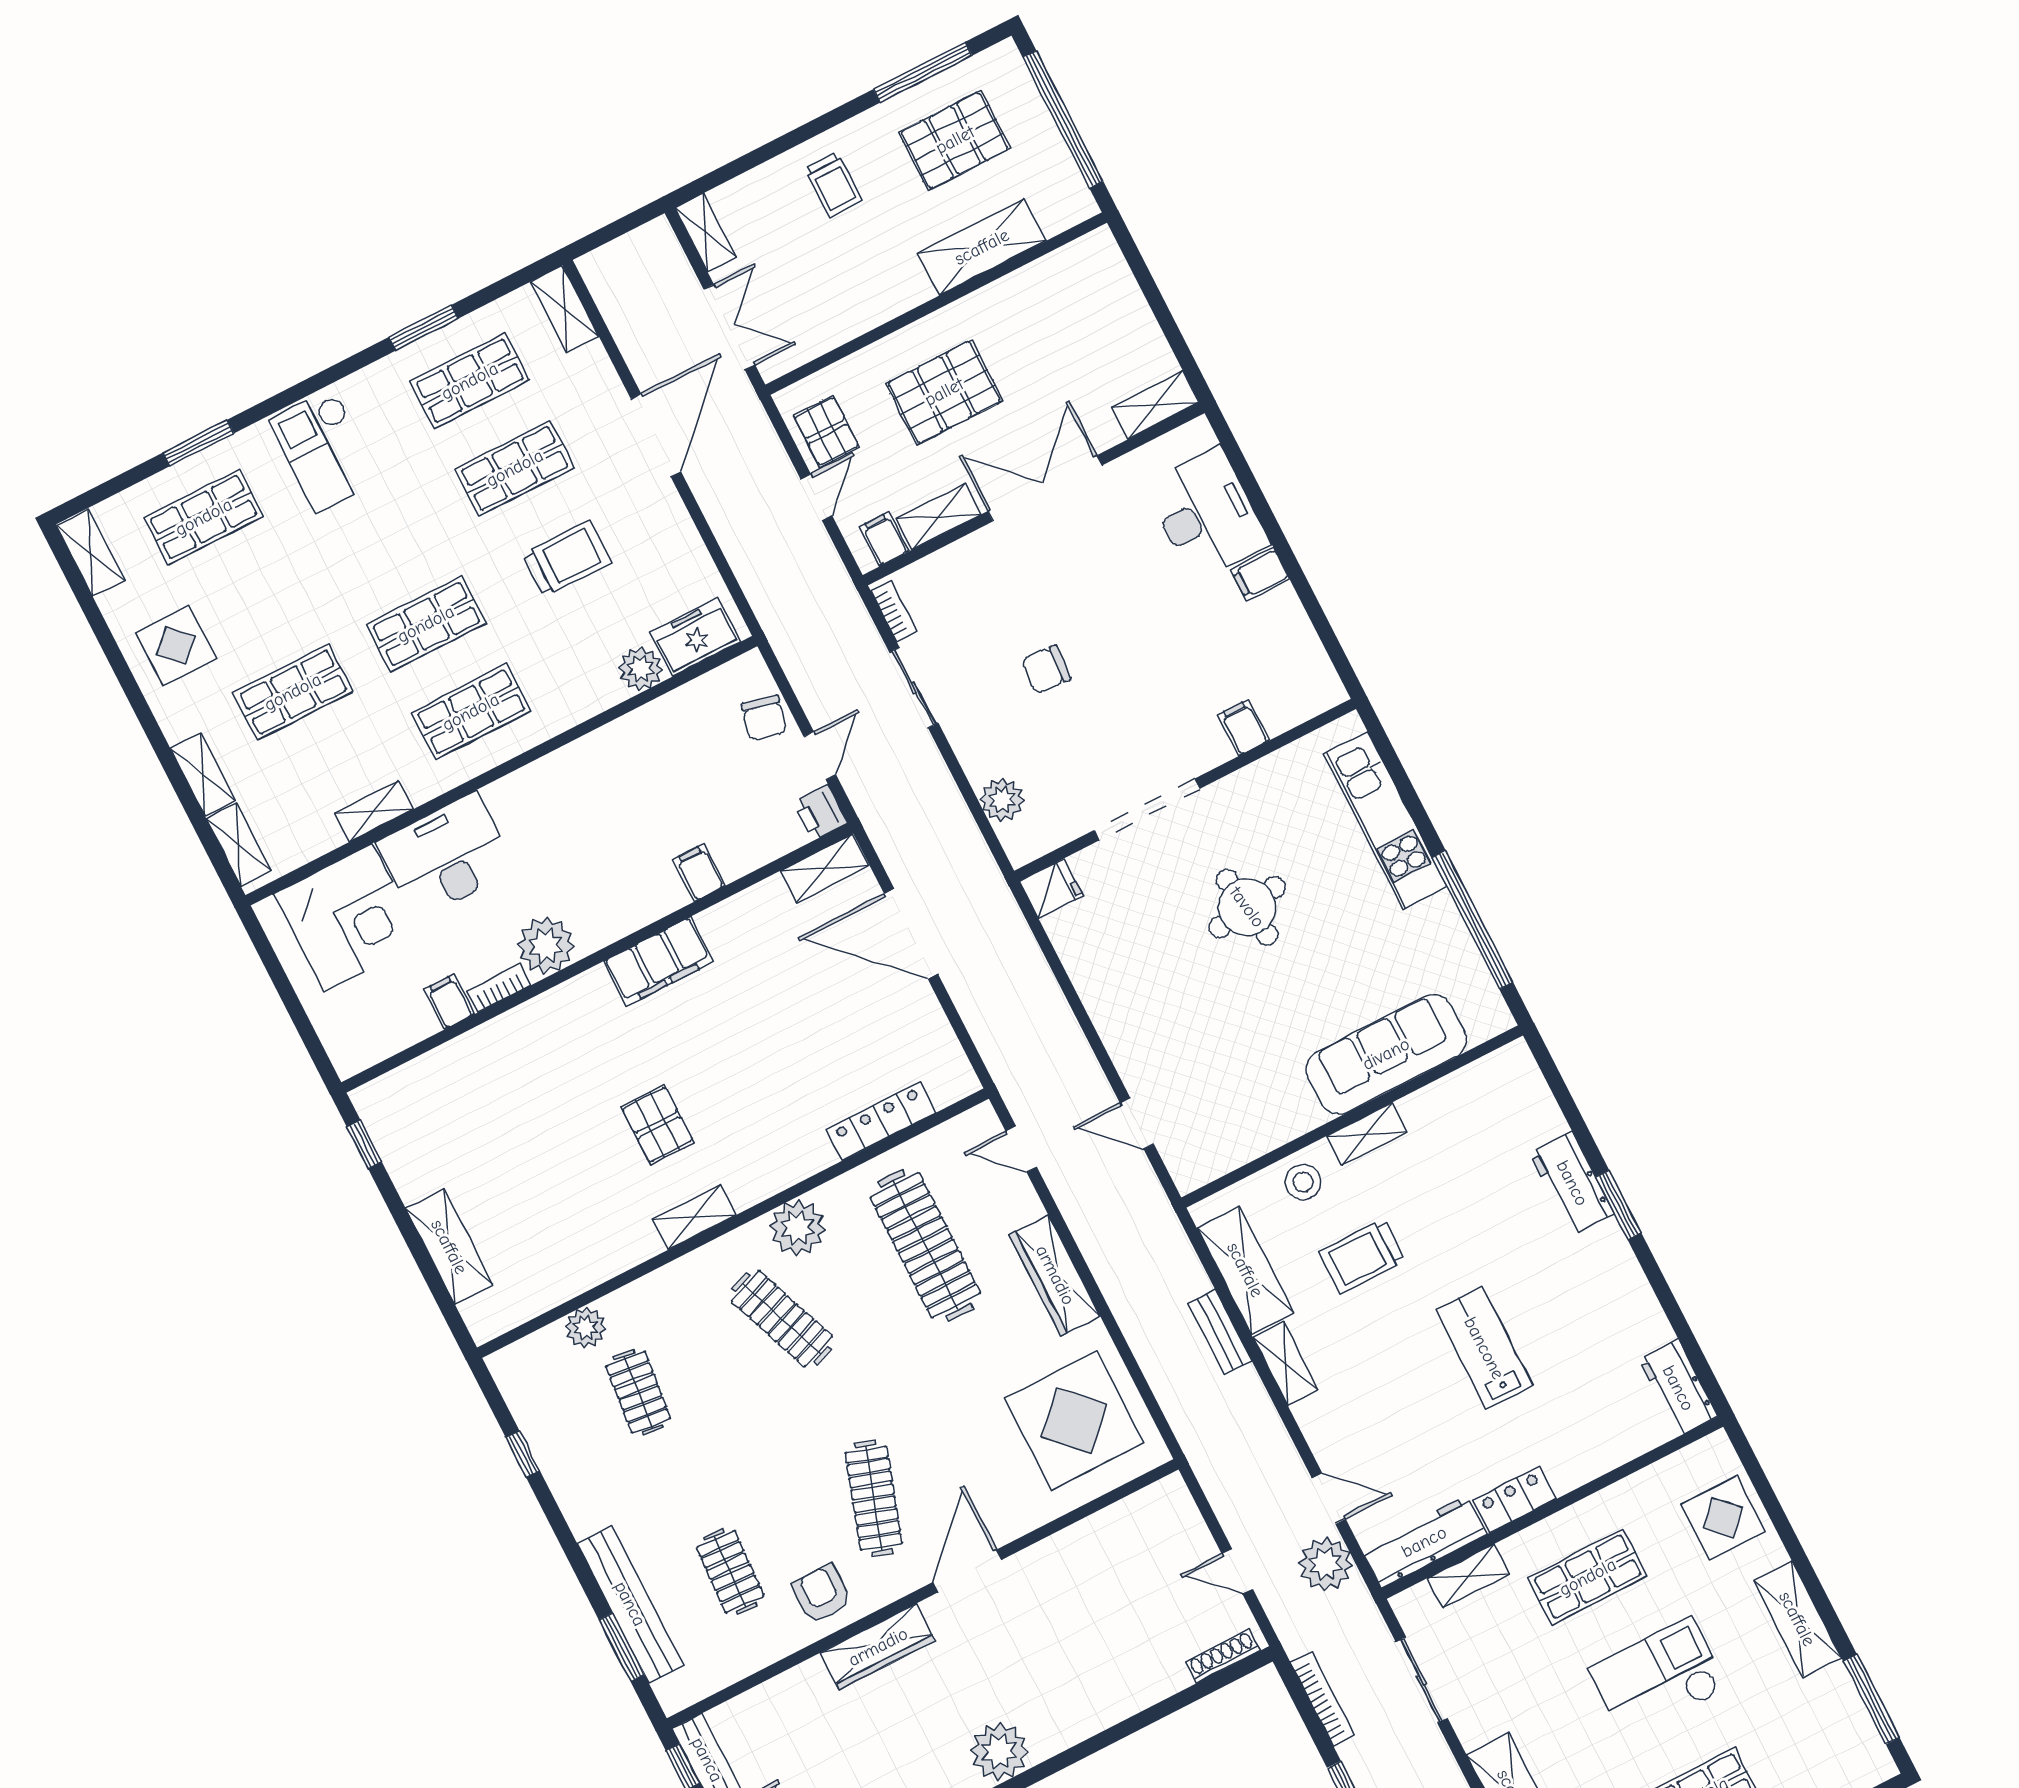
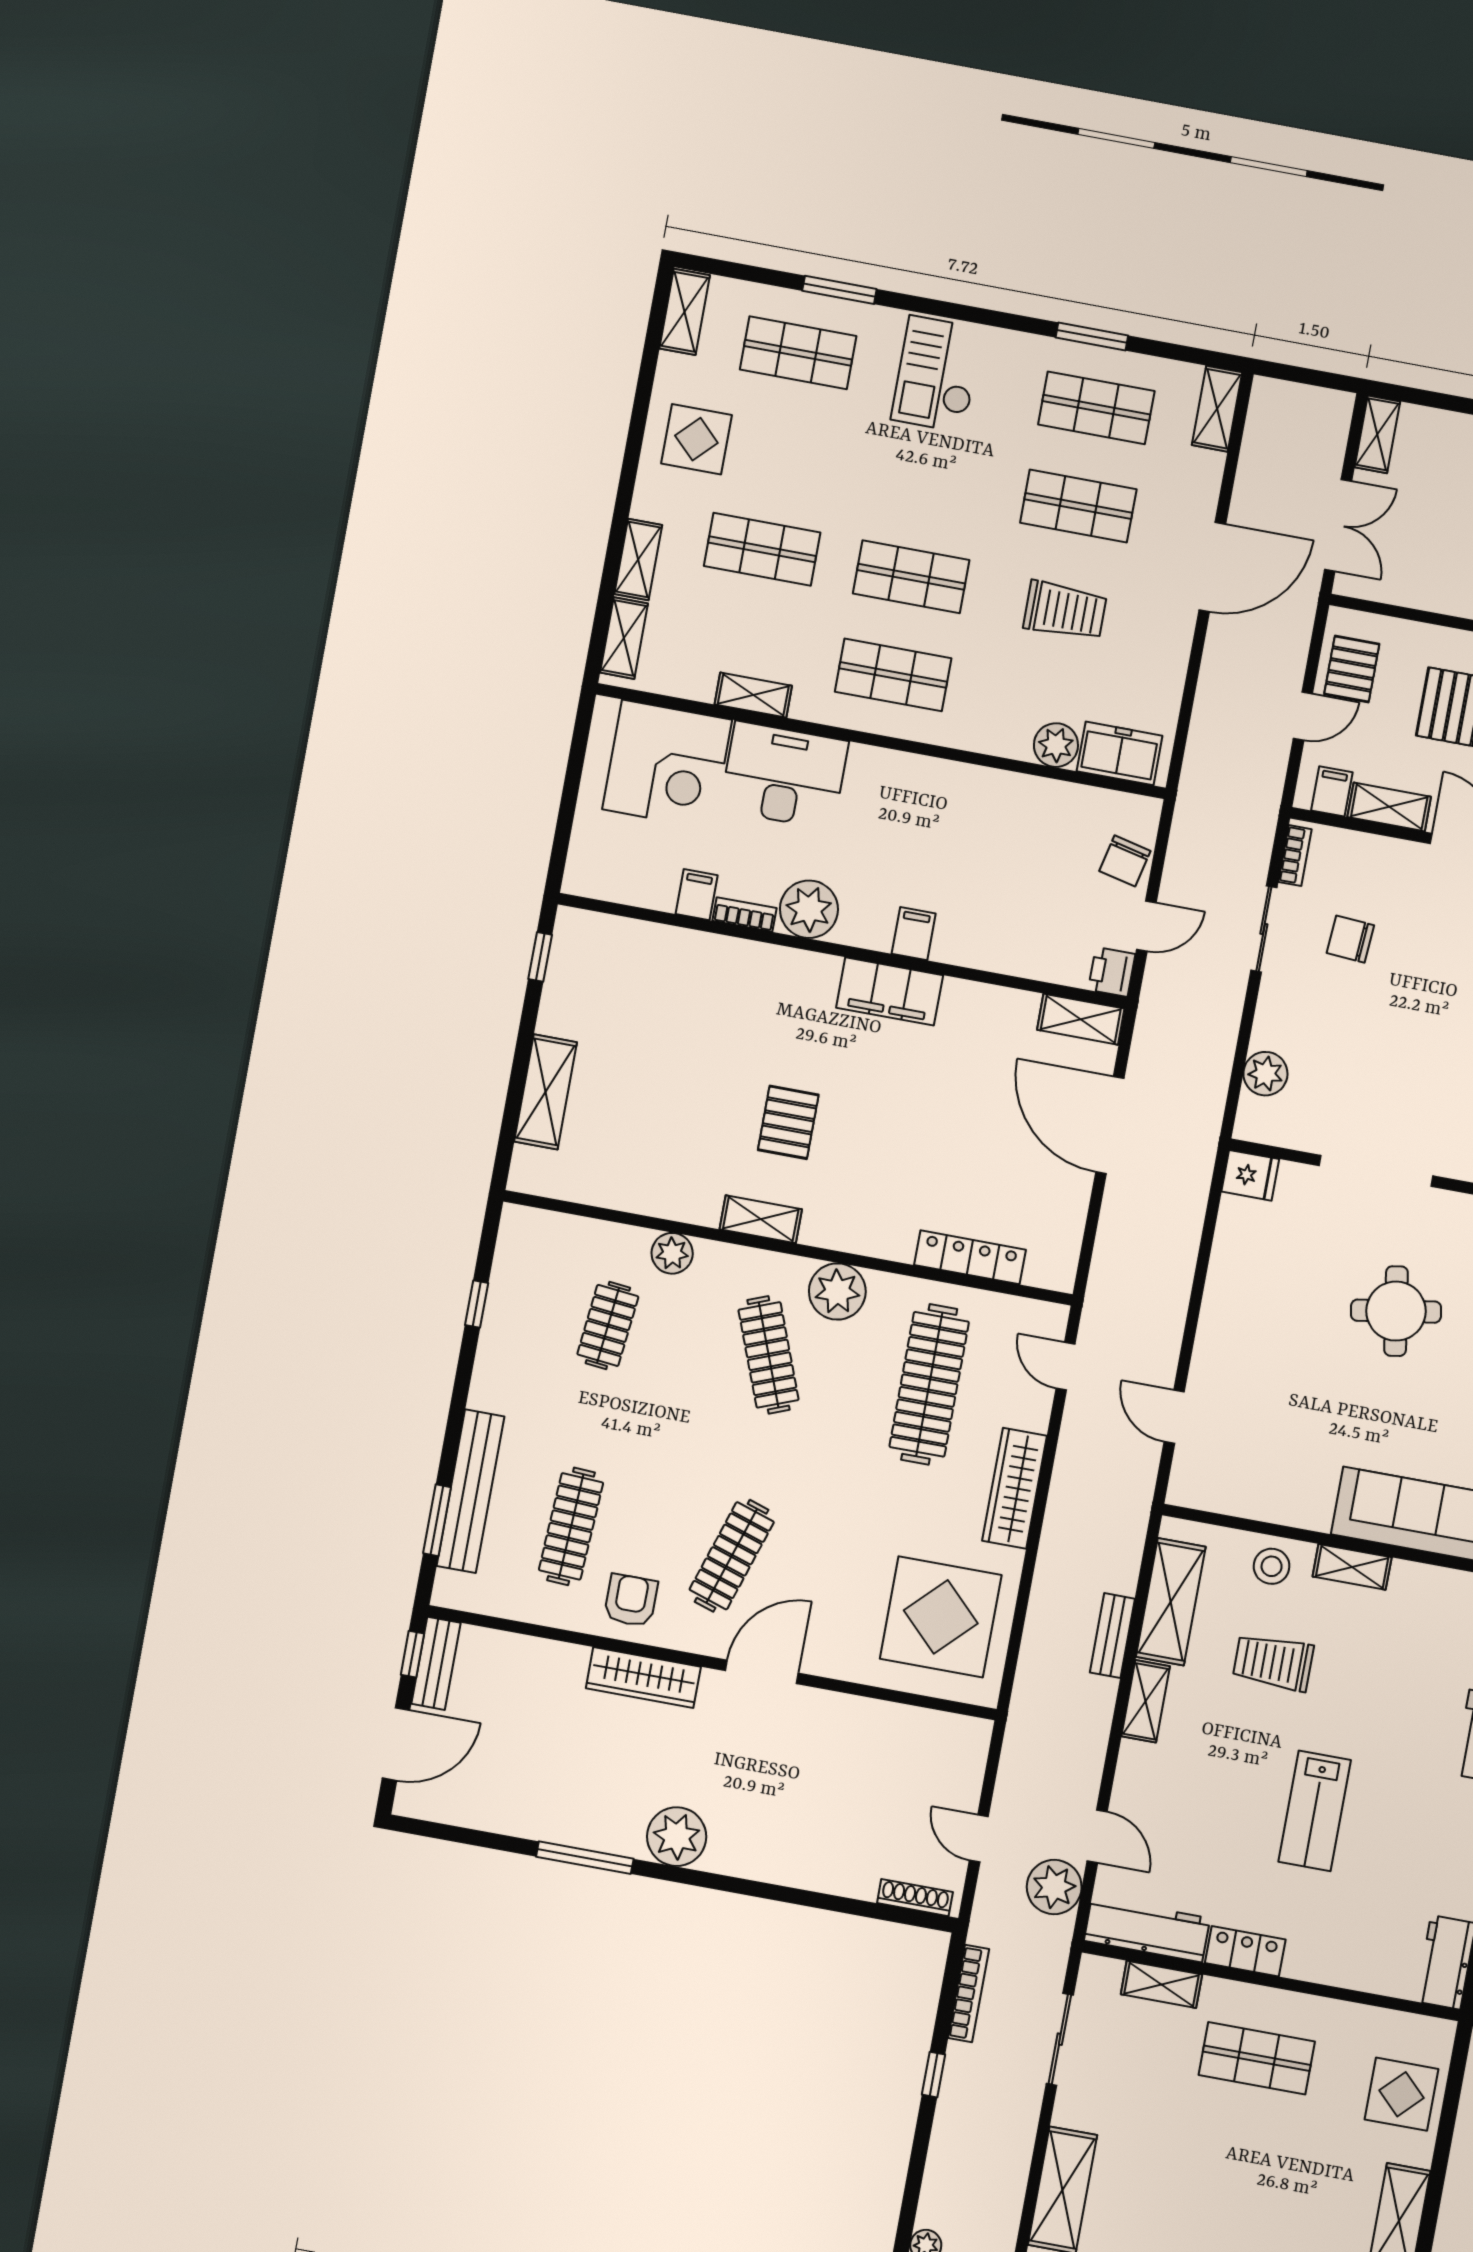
chair: (1046, 669) -> (1350, 939), moved
filing cabinet: (699, 873) -> (914, 934), moved
plant: (586, 1328) -> (672, 1253), moved
lab bench: (1484, 1348) -> (1315, 1811), turned 180
clothes rail: (730, 1572) -> (571, 1526), width x1.36
checkout: (1658, 1678) -> (1251, 2183), removed

